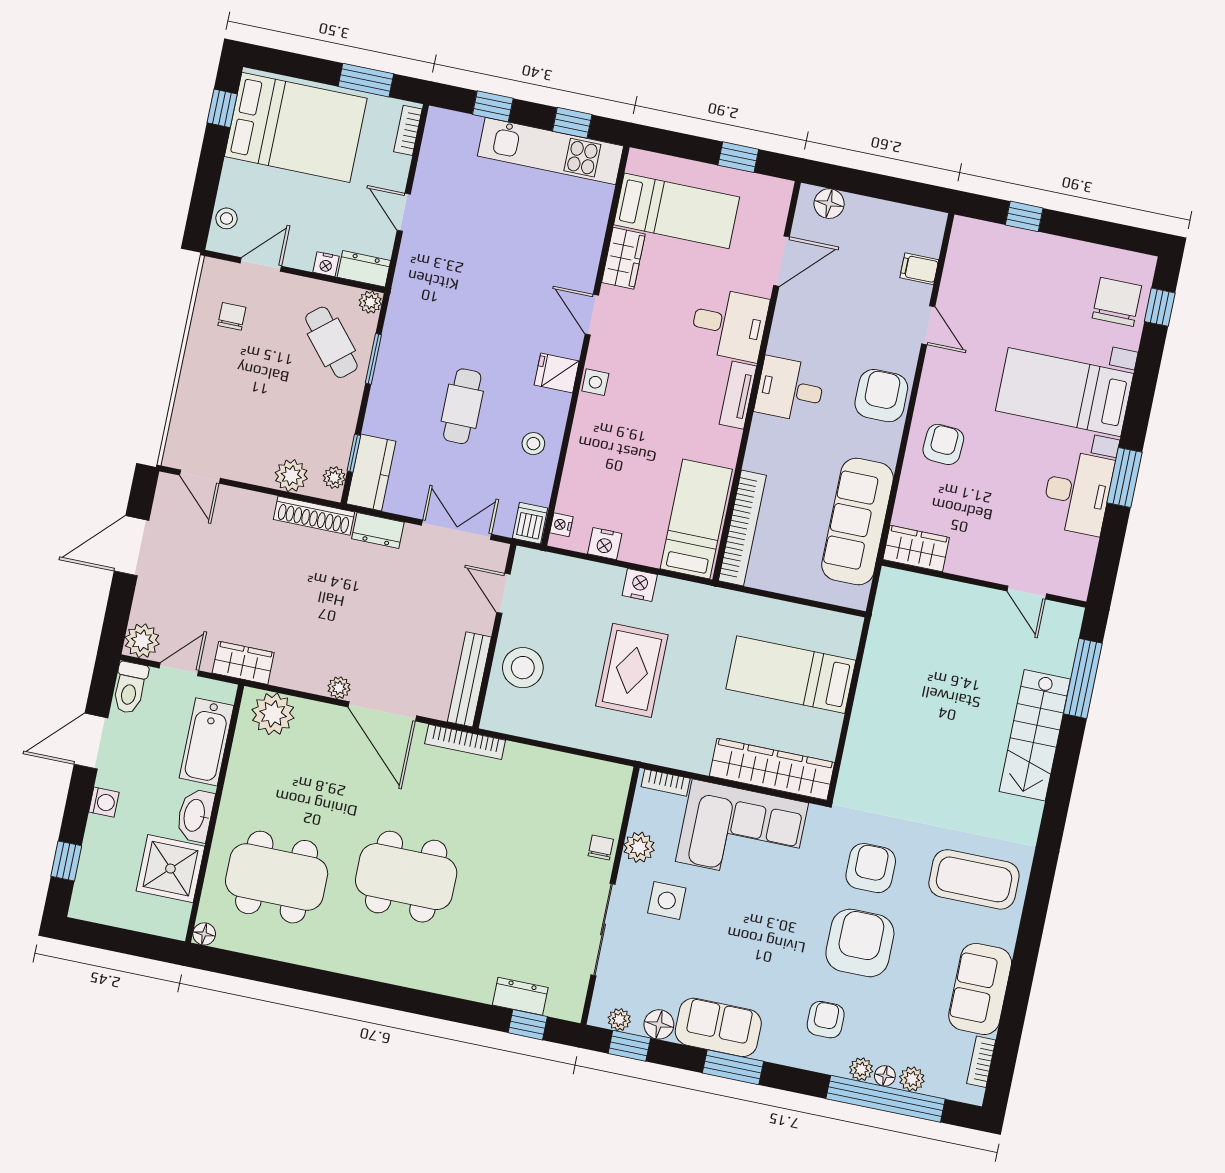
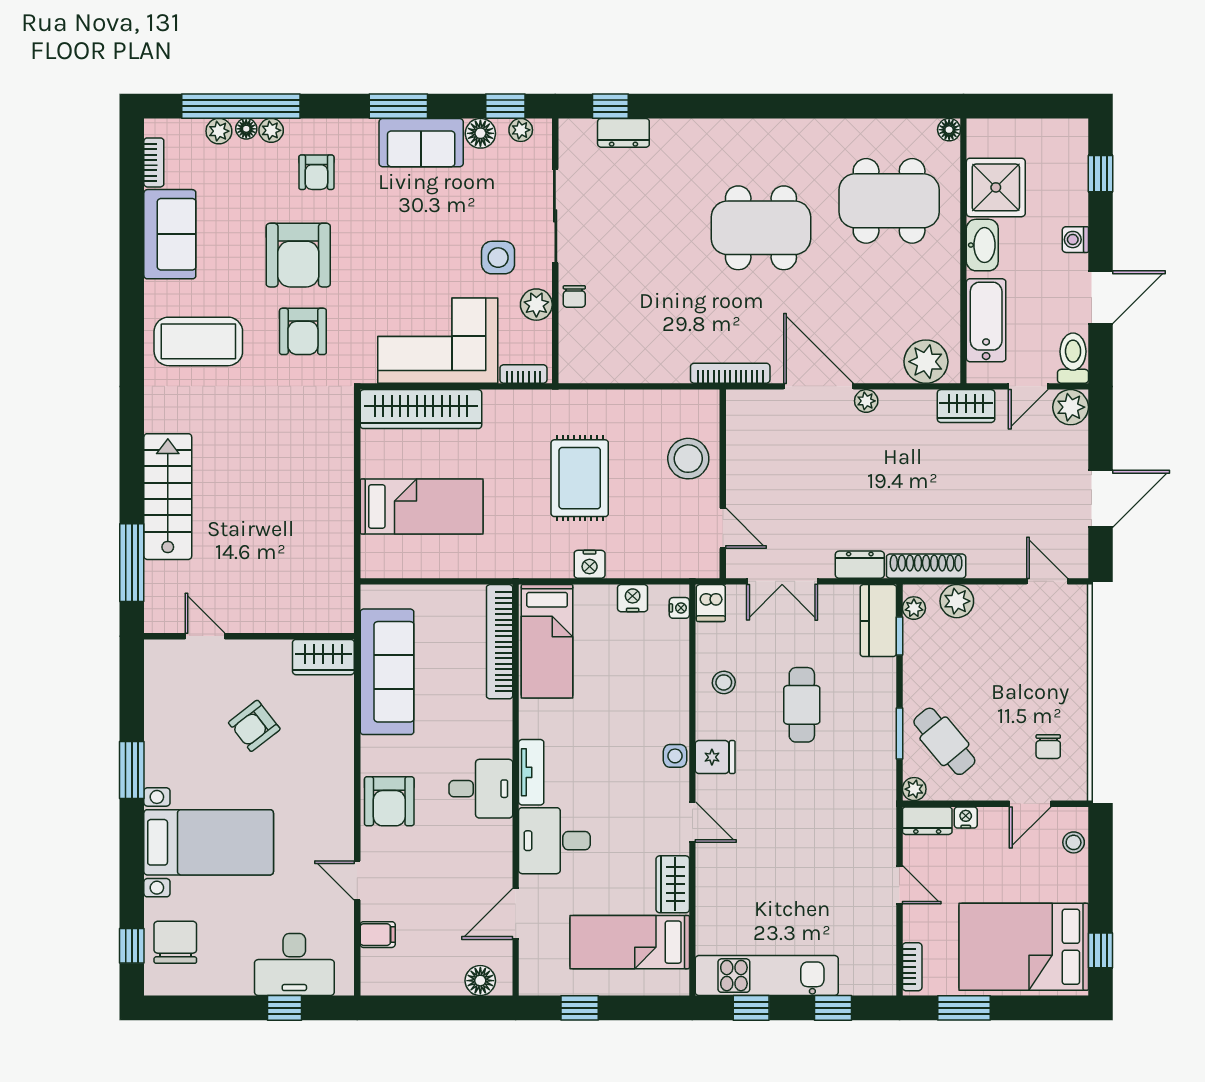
chair: (1117, 302) -> (175, 942), turned 180
armchair: (943, 444) -> (254, 726), moved, turned 49
desk: (1078, 493) -> (294, 964), moved, turned -90
bench: (469, 679) -> (739, 436), removed

